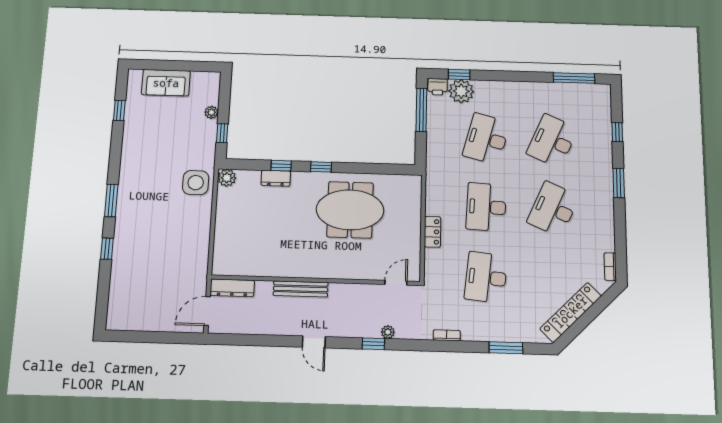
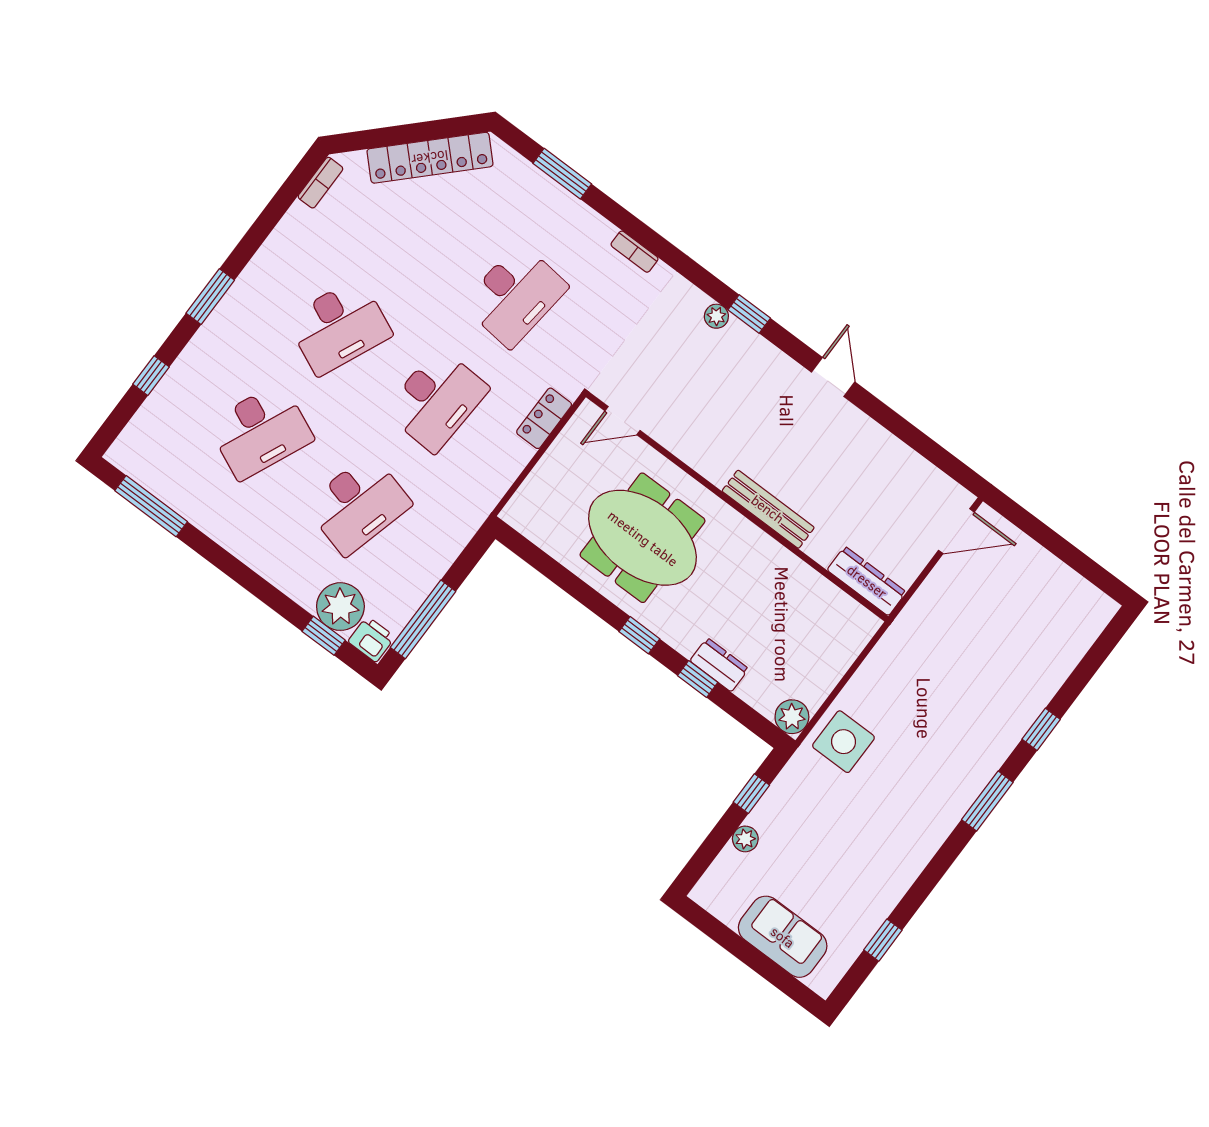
wall: (316, 280) -> (737, 507), moved
door: (396, 283) -> (622, 421), moved
dresser: (232, 288) -> (867, 581), moved
bench: (301, 289) -> (768, 509), moved

